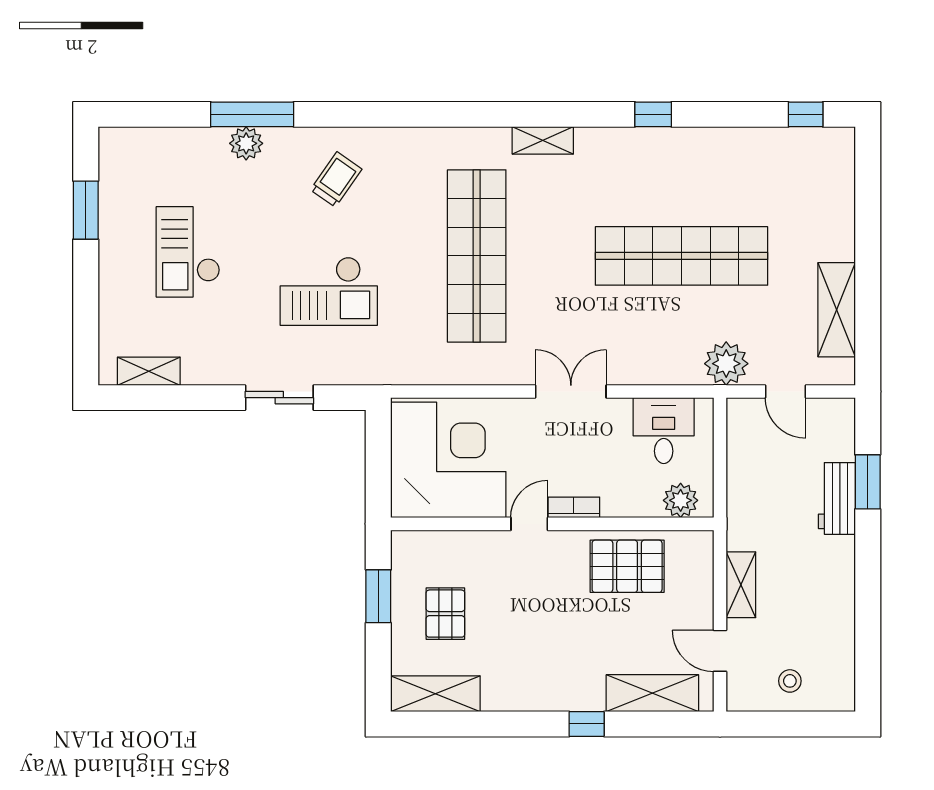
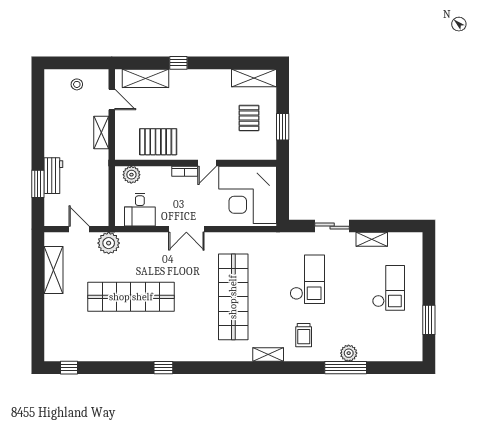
window: (653, 114) -> (163, 368), moved
shelving: (543, 140) -> (268, 355), moved
trolley: (336, 179) -> (304, 335), turned -35
checkout: (188, 252) -> (389, 288), moved
checkout: (329, 291) -> (307, 279), turned 90
shelving: (149, 371) -> (372, 239), moved

